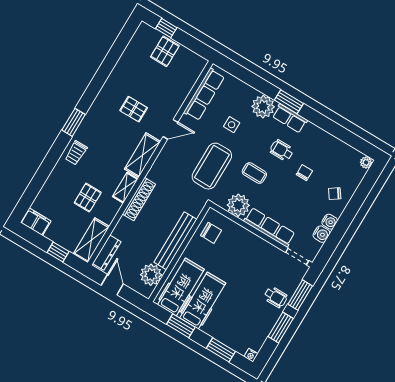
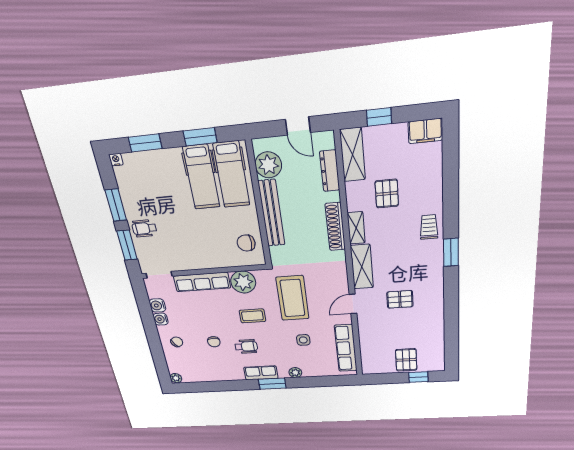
plant: (263, 107) -> (295, 373), width x0.53, depth x0.53
dresser: (107, 253) -> (330, 171), moved

